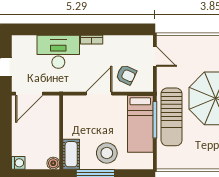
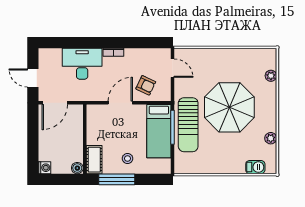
stool: (107, 153) -> (128, 158), width x0.53, depth x0.53

